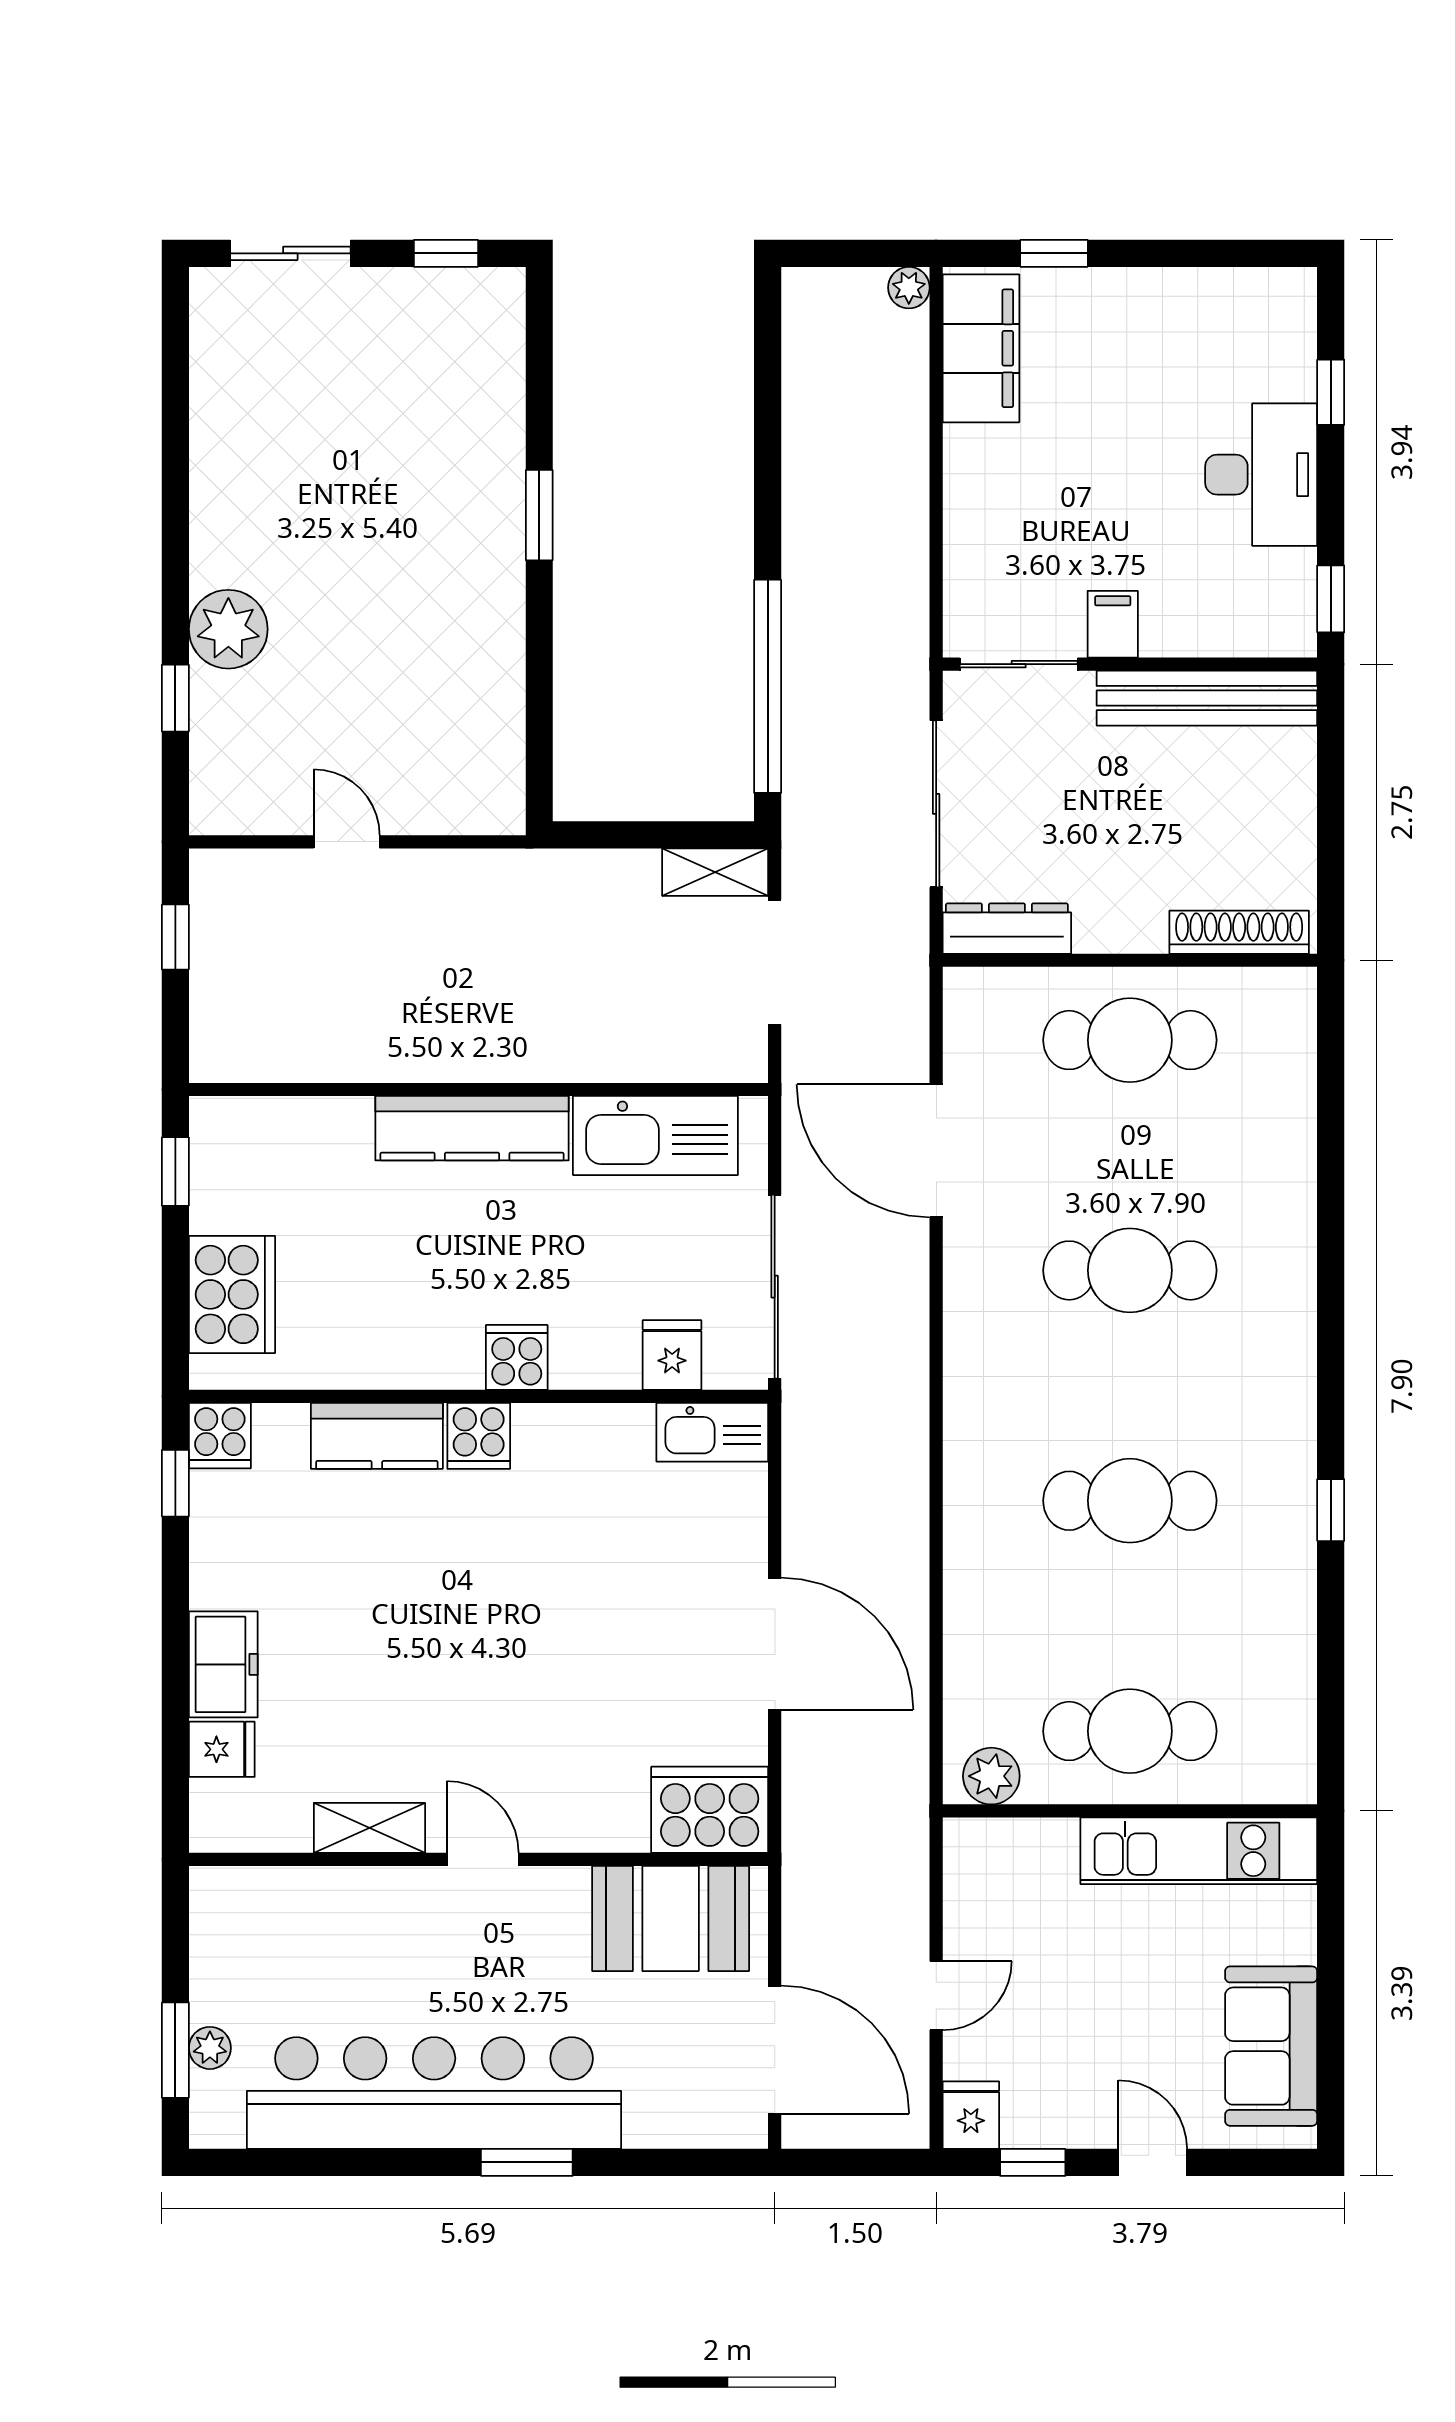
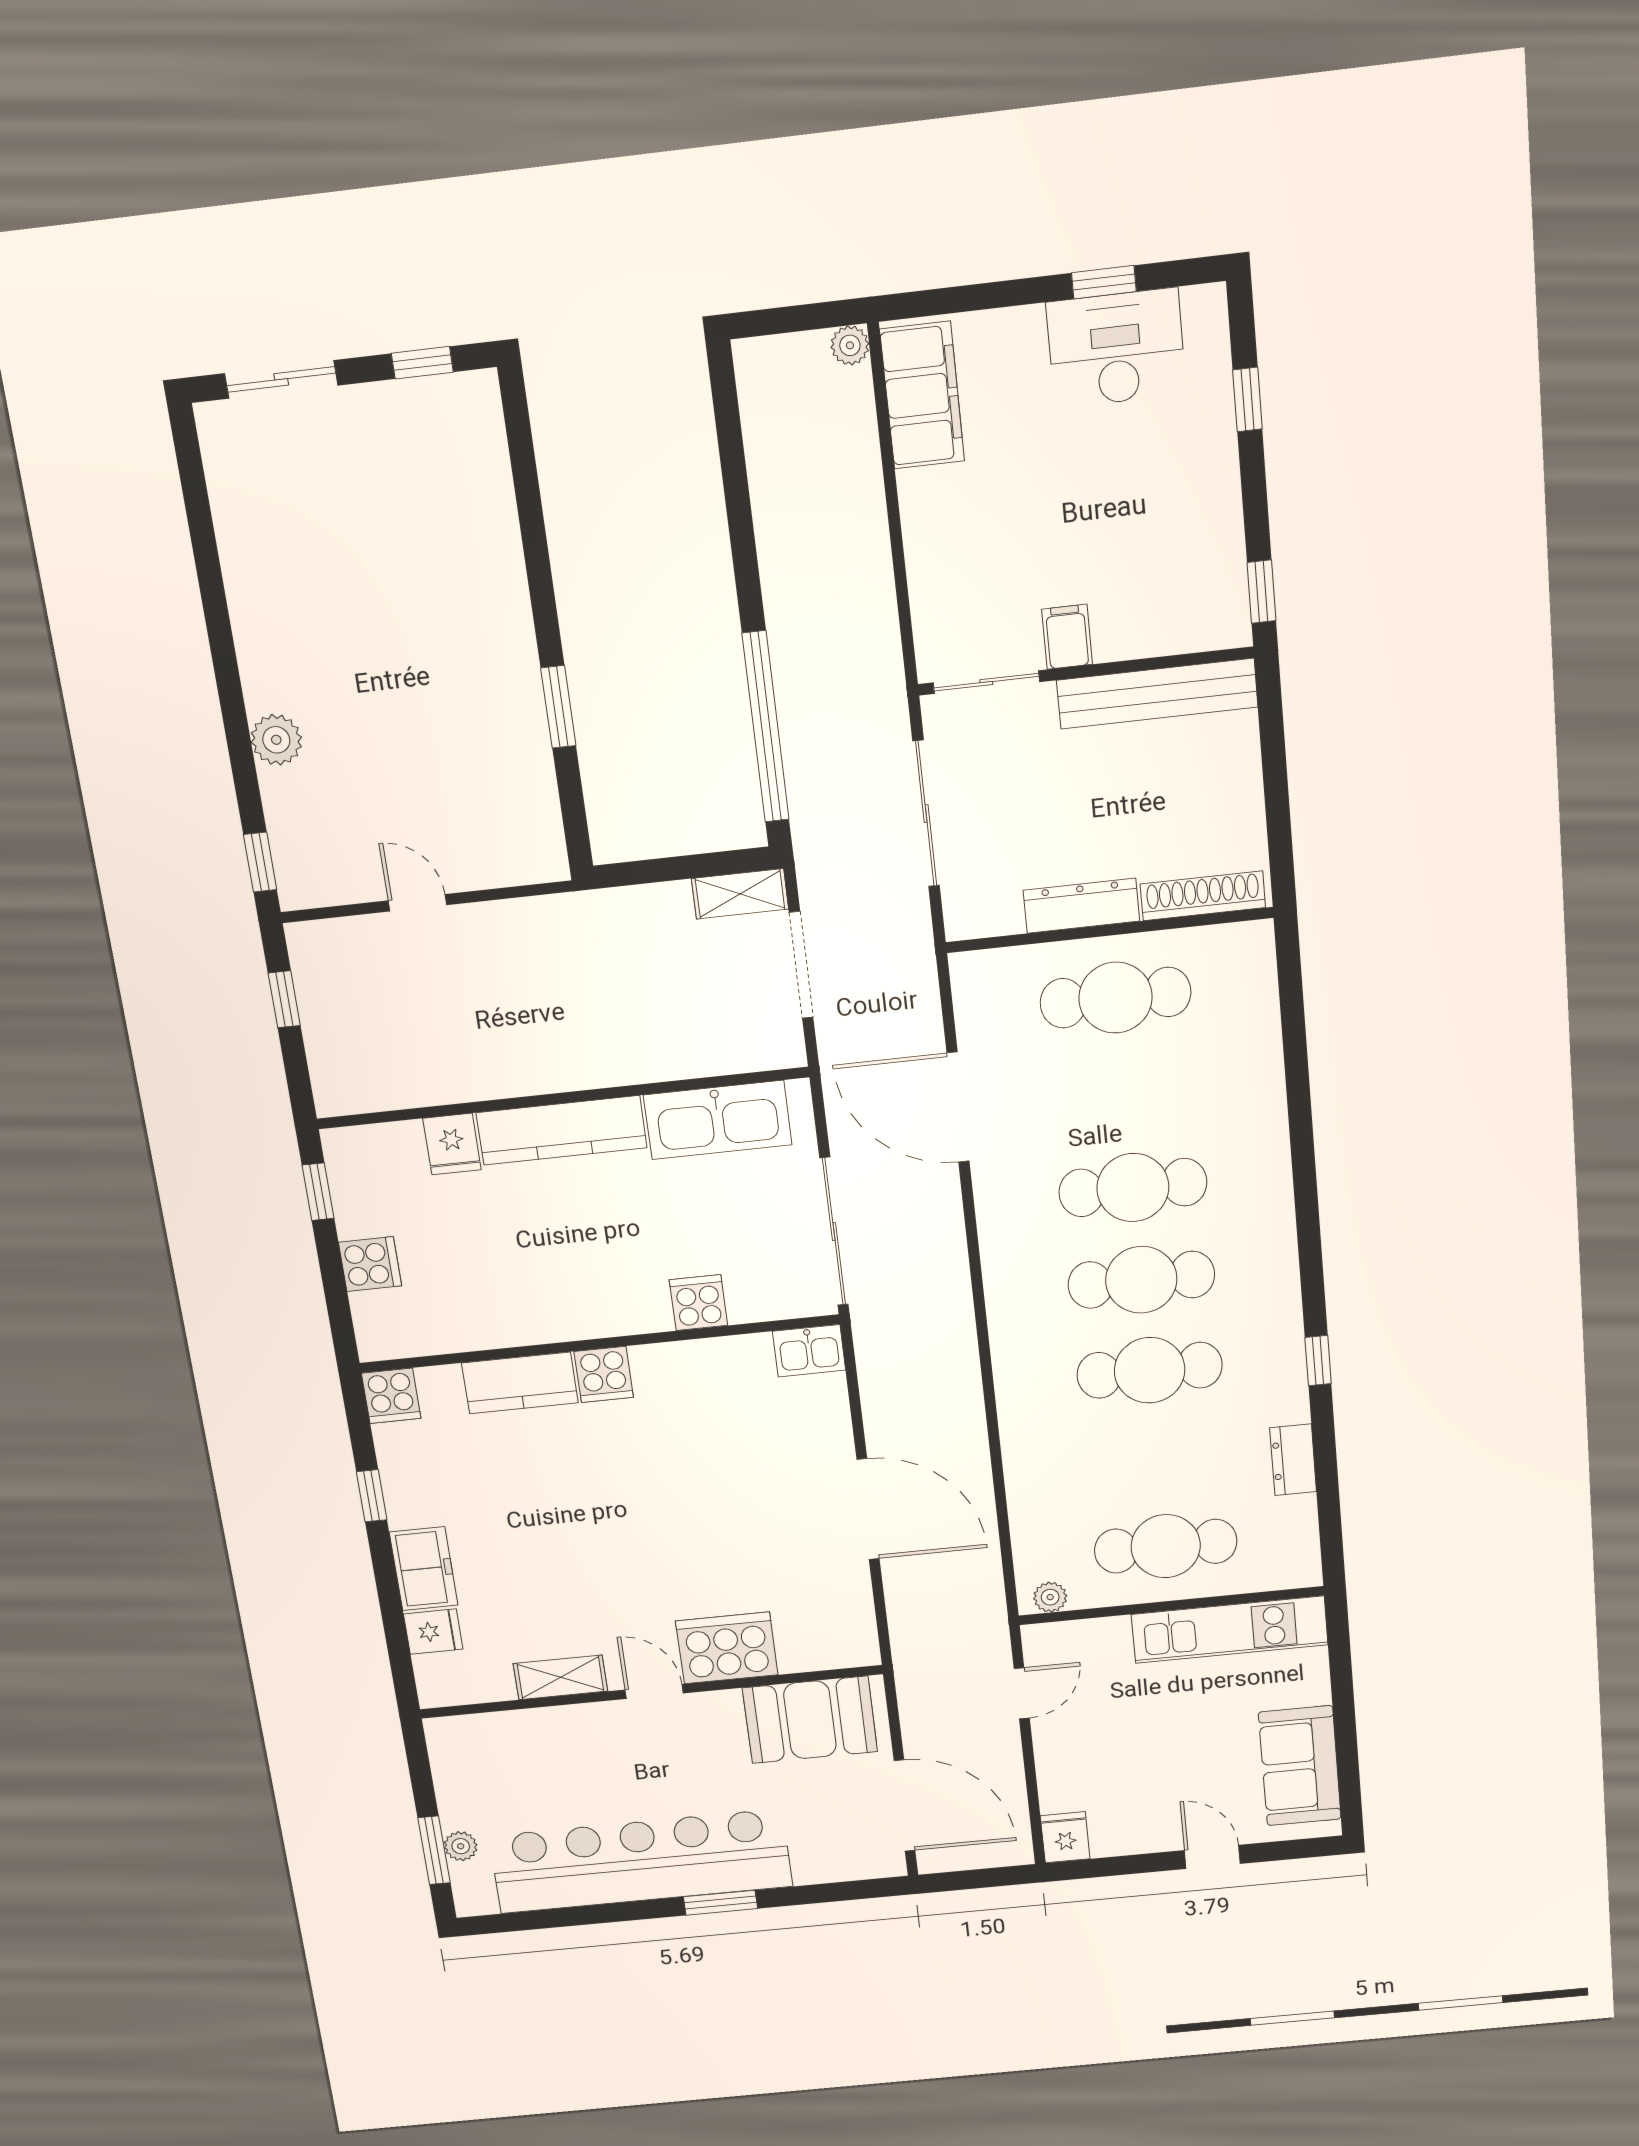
window: (1054, 253) -> (1104, 282), moved
desk: (1261, 475) -> (1116, 348), moved, turned -90
window: (539, 515) -> (558, 707), moved
plant: (228, 629) -> (276, 740), width x0.73, depth x0.73
window: (175, 698) -> (260, 862), moved
dresser: (1007, 929) -> (1081, 906), moved
cooker: (232, 1294) -> (370, 1264), width x0.53, depth x0.76
fridge: (672, 1355) -> (452, 1144), moved, turned 180
cooker: (517, 1357) -> (698, 1303), moved
cafe table: (1130, 1386) -> (1141, 1280), added
kitchen sink: (712, 1432) -> (809, 1351), width x0.73
window: (175, 1483) -> (372, 1496), moved
dresser: (1292, 1634) -> (1293, 1460), added
plant: (991, 1776) -> (1050, 1597), width x0.73, depth x0.73
cooker: (710, 1810) -> (727, 1648), moved
door: (936, 1996) -> (1022, 1693), moved
window: (1033, 2162) -> (1117, 1866), removed

